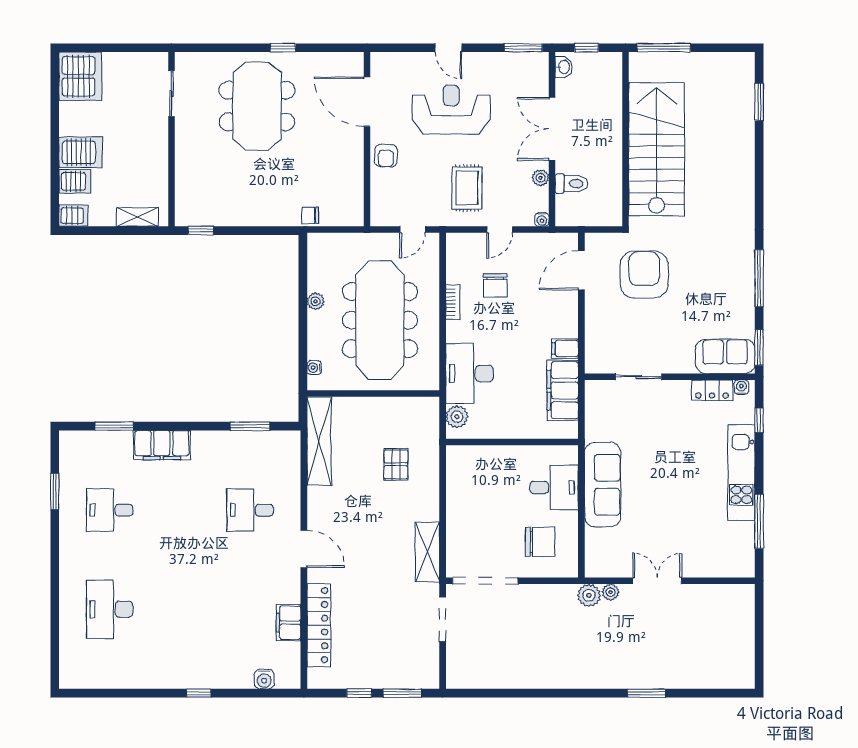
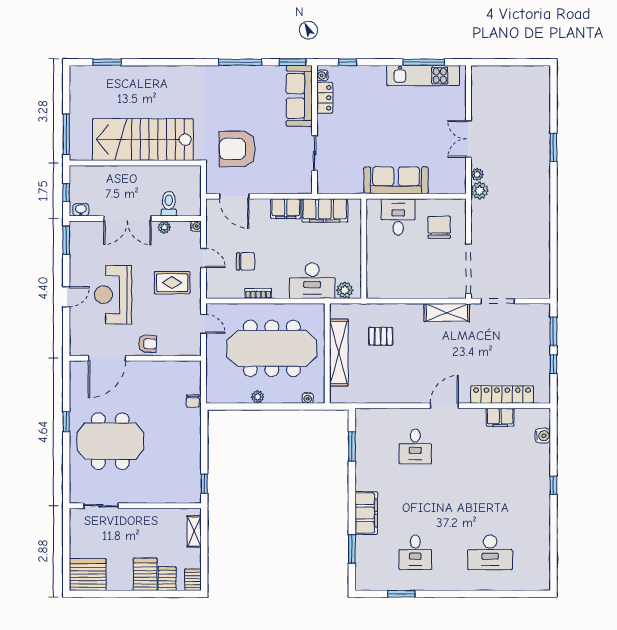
filing cabinet: (565, 349) -> (286, 209), width x2.00
sofa: (725, 356) -> (299, 96), width x1.36
shelving: (319, 441) -> (339, 353), moved, turned 90
kitchen unit: (741, 473) -> (423, 76), moved

